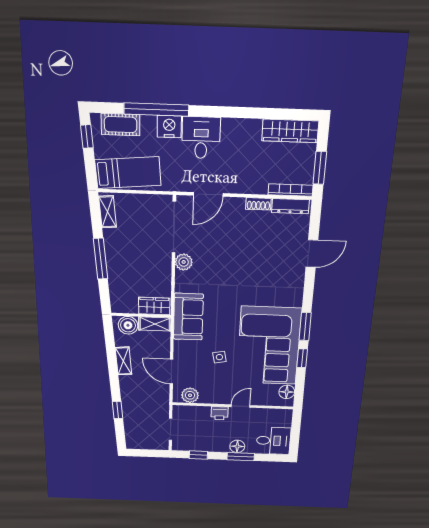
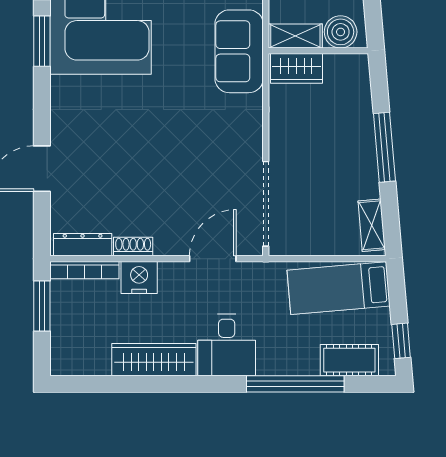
nightstand: (169, 127) -> (139, 277), moved, turned 180
wardrobe: (290, 131) -> (154, 360), moved
plant: (184, 262) -> (249, 147), removed

